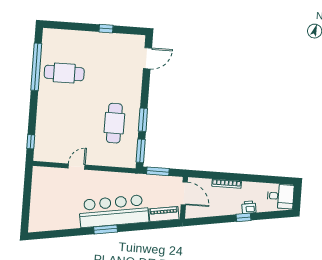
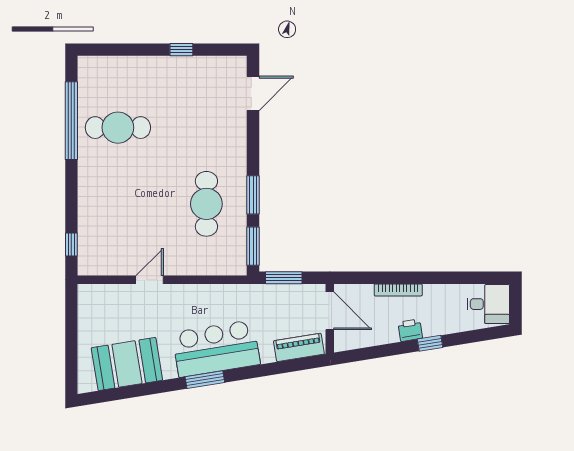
printer: (249, 207) -> (410, 330), moved
bar counter: (114, 211) -> (216, 348), width x0.73
booth: (59, 217) -> (127, 364), added

